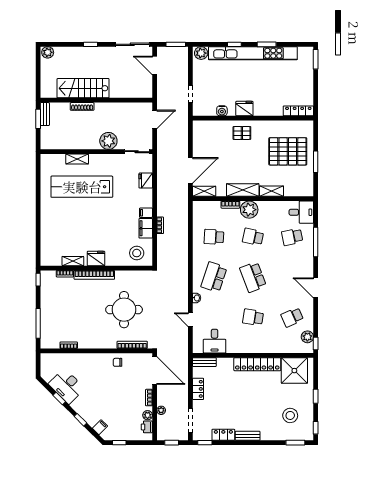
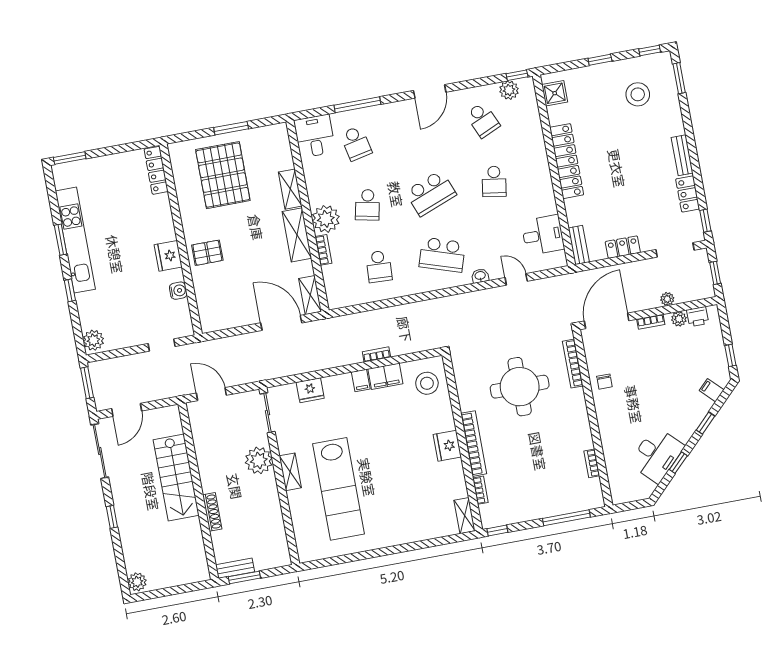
kitchen unit: (253, 53) -> (75, 240), width x0.73
stairs: (83, 88) -> (176, 477), moved
pallet: (242, 133) -> (207, 253), turned 90
shelving: (77, 159) -> (290, 472), moved
shelving: (73, 261) -> (465, 516), moved
door: (190, 320) -> (516, 279), swing flipped
shower: (294, 371) -> (555, 93), width x0.54, depth x0.54

